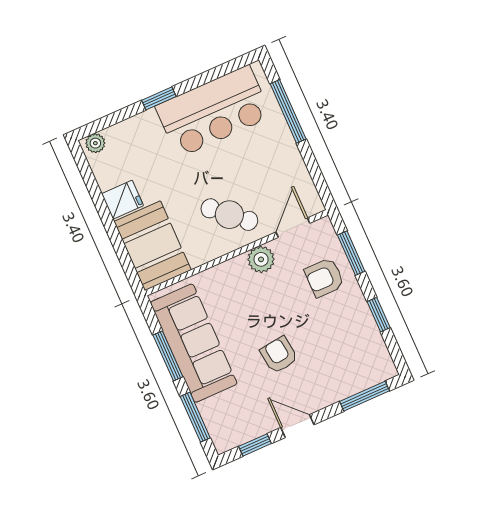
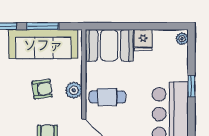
cafe table: (229, 215) -> (107, 97), turned 48
plant: (261, 259) -> (74, 90), moved
armchair: (279, 355) -> (42, 89), moved

